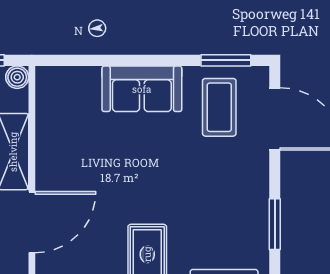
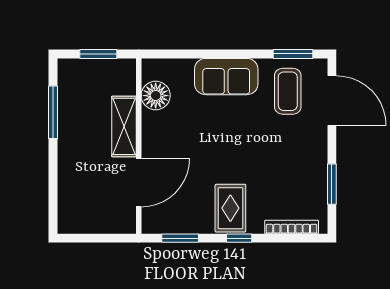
boiler: (17, 77) -> (127, 67), removed
floor lamp: (53, 113) -> (156, 96), added

